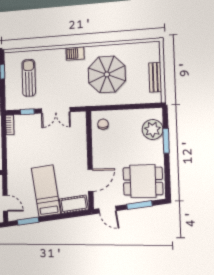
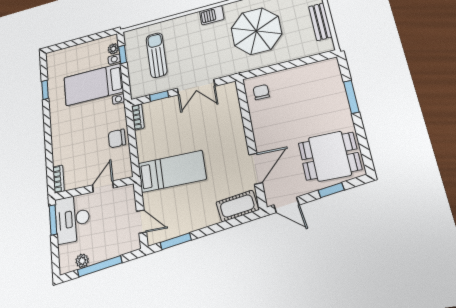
plant: (153, 130) -> (330, 86), removed
bed: (46, 191) -> (172, 171), moved, turned 98
window: (139, 205) -> (331, 190), width x0.67

